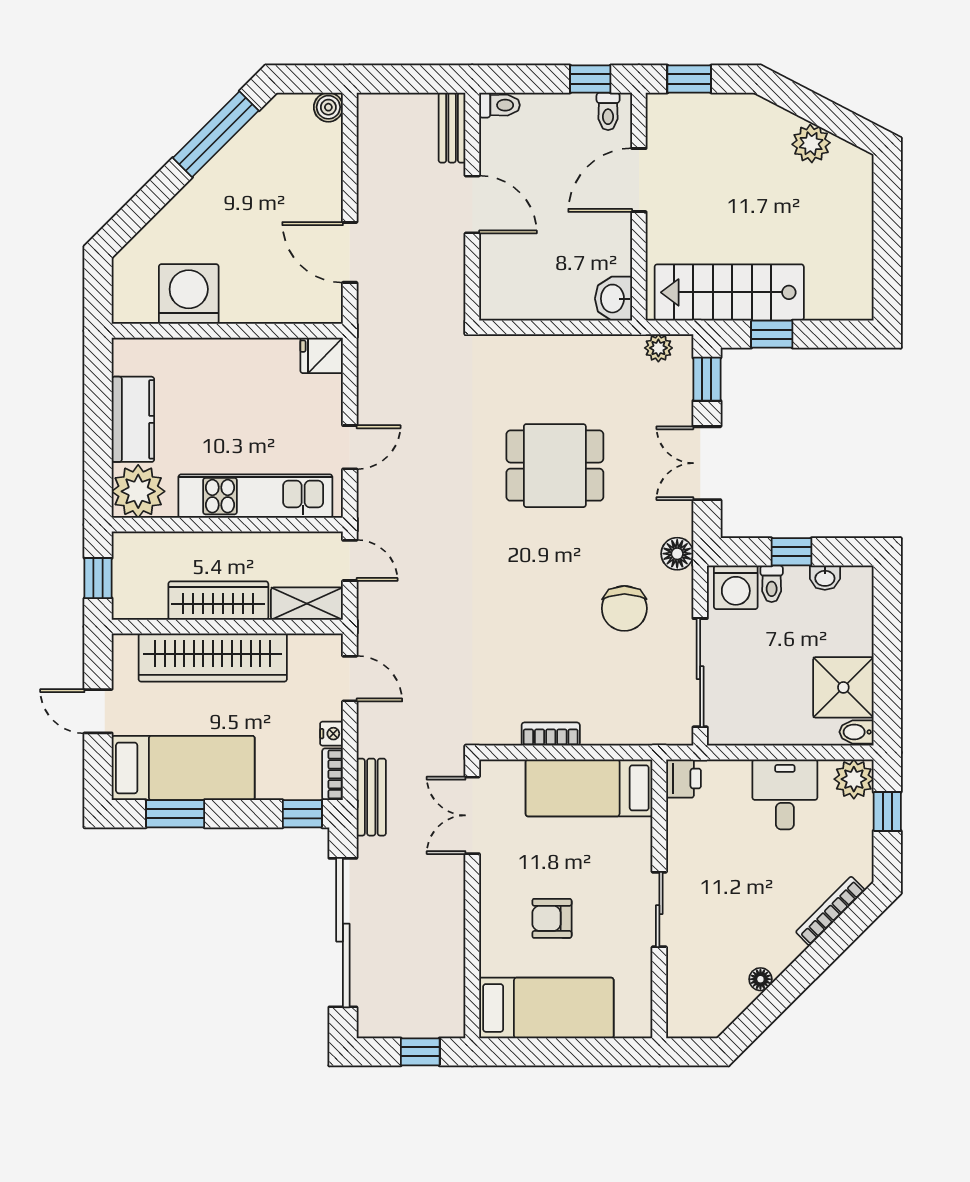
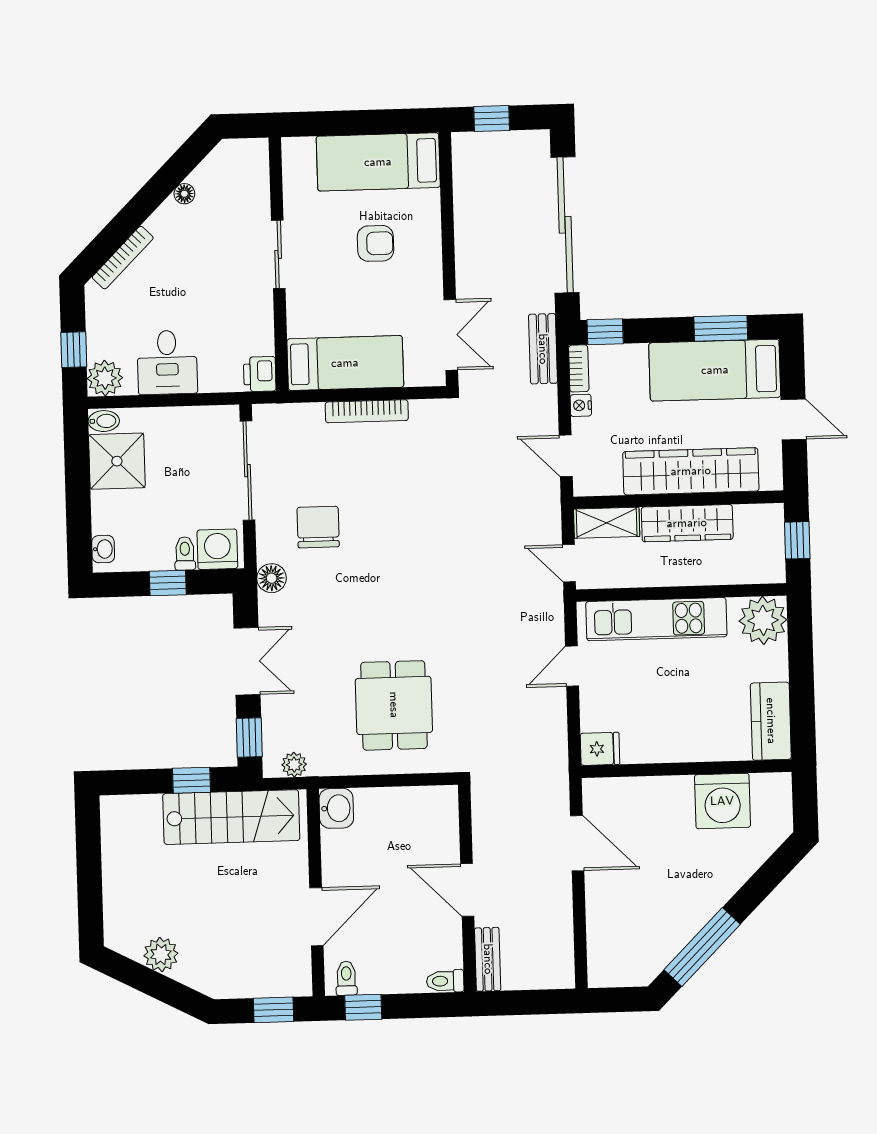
boiler: (328, 107) -> (601, 975), removed
kitchen counter: (133, 419) -> (771, 721), moved
dining table: (555, 466) -> (394, 705), moved, turned 90
washbasin: (825, 578) -> (103, 549), moved, turned 90
bookcase: (551, 734) -> (367, 411), width x1.56

